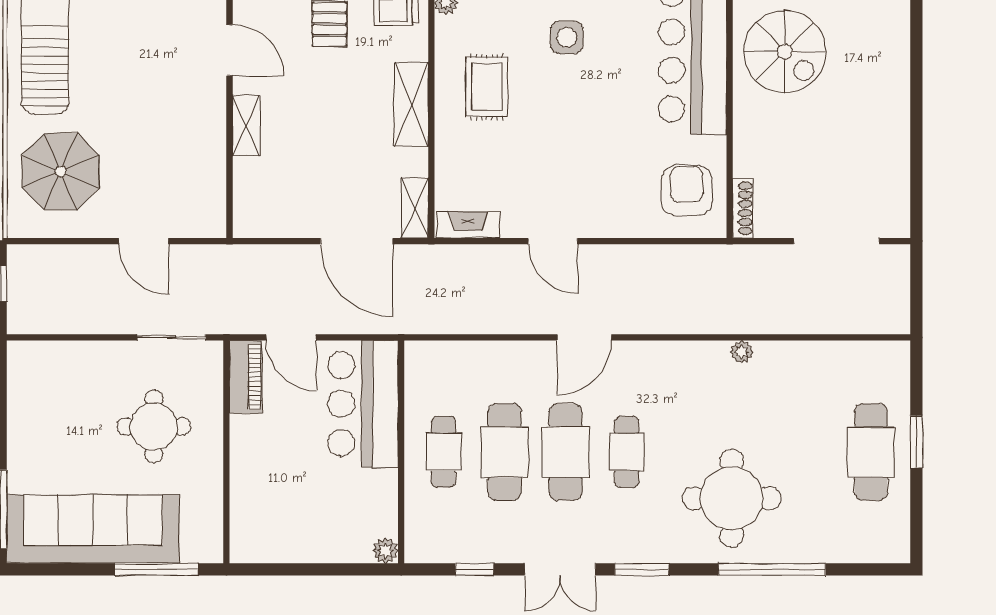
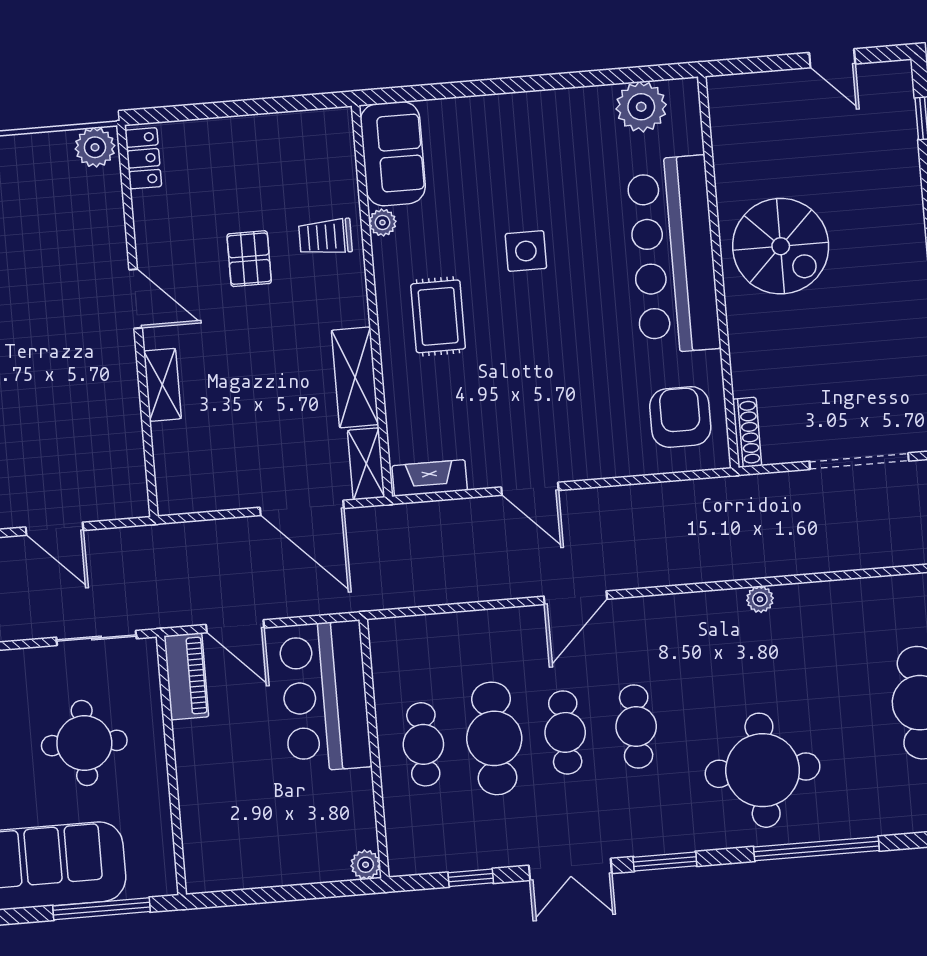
shelving: (411, 104) -> (355, 377), moved
cafe table: (566, 452) -> (565, 732), width x0.73, depth x0.74

